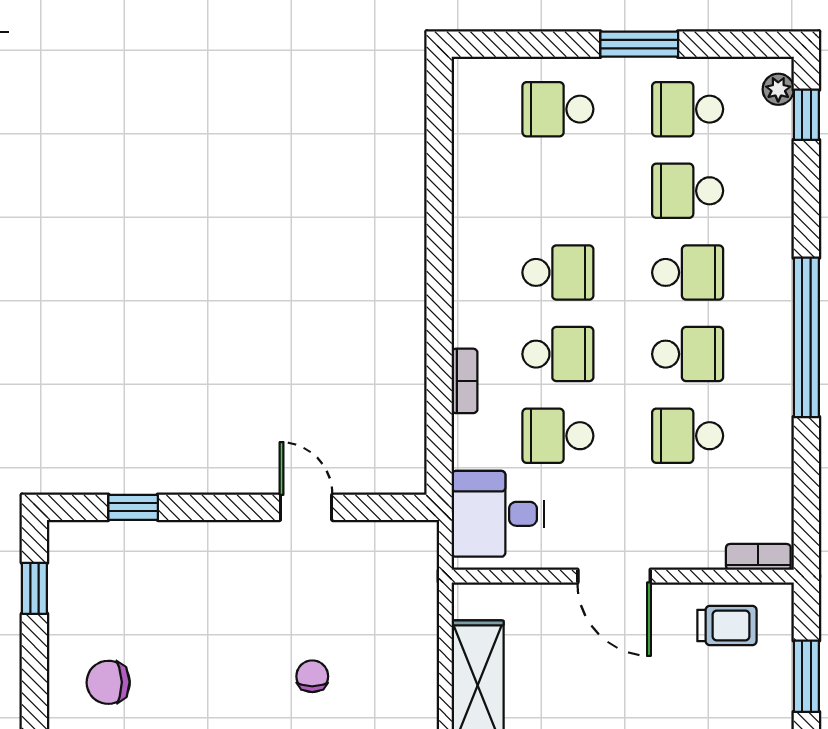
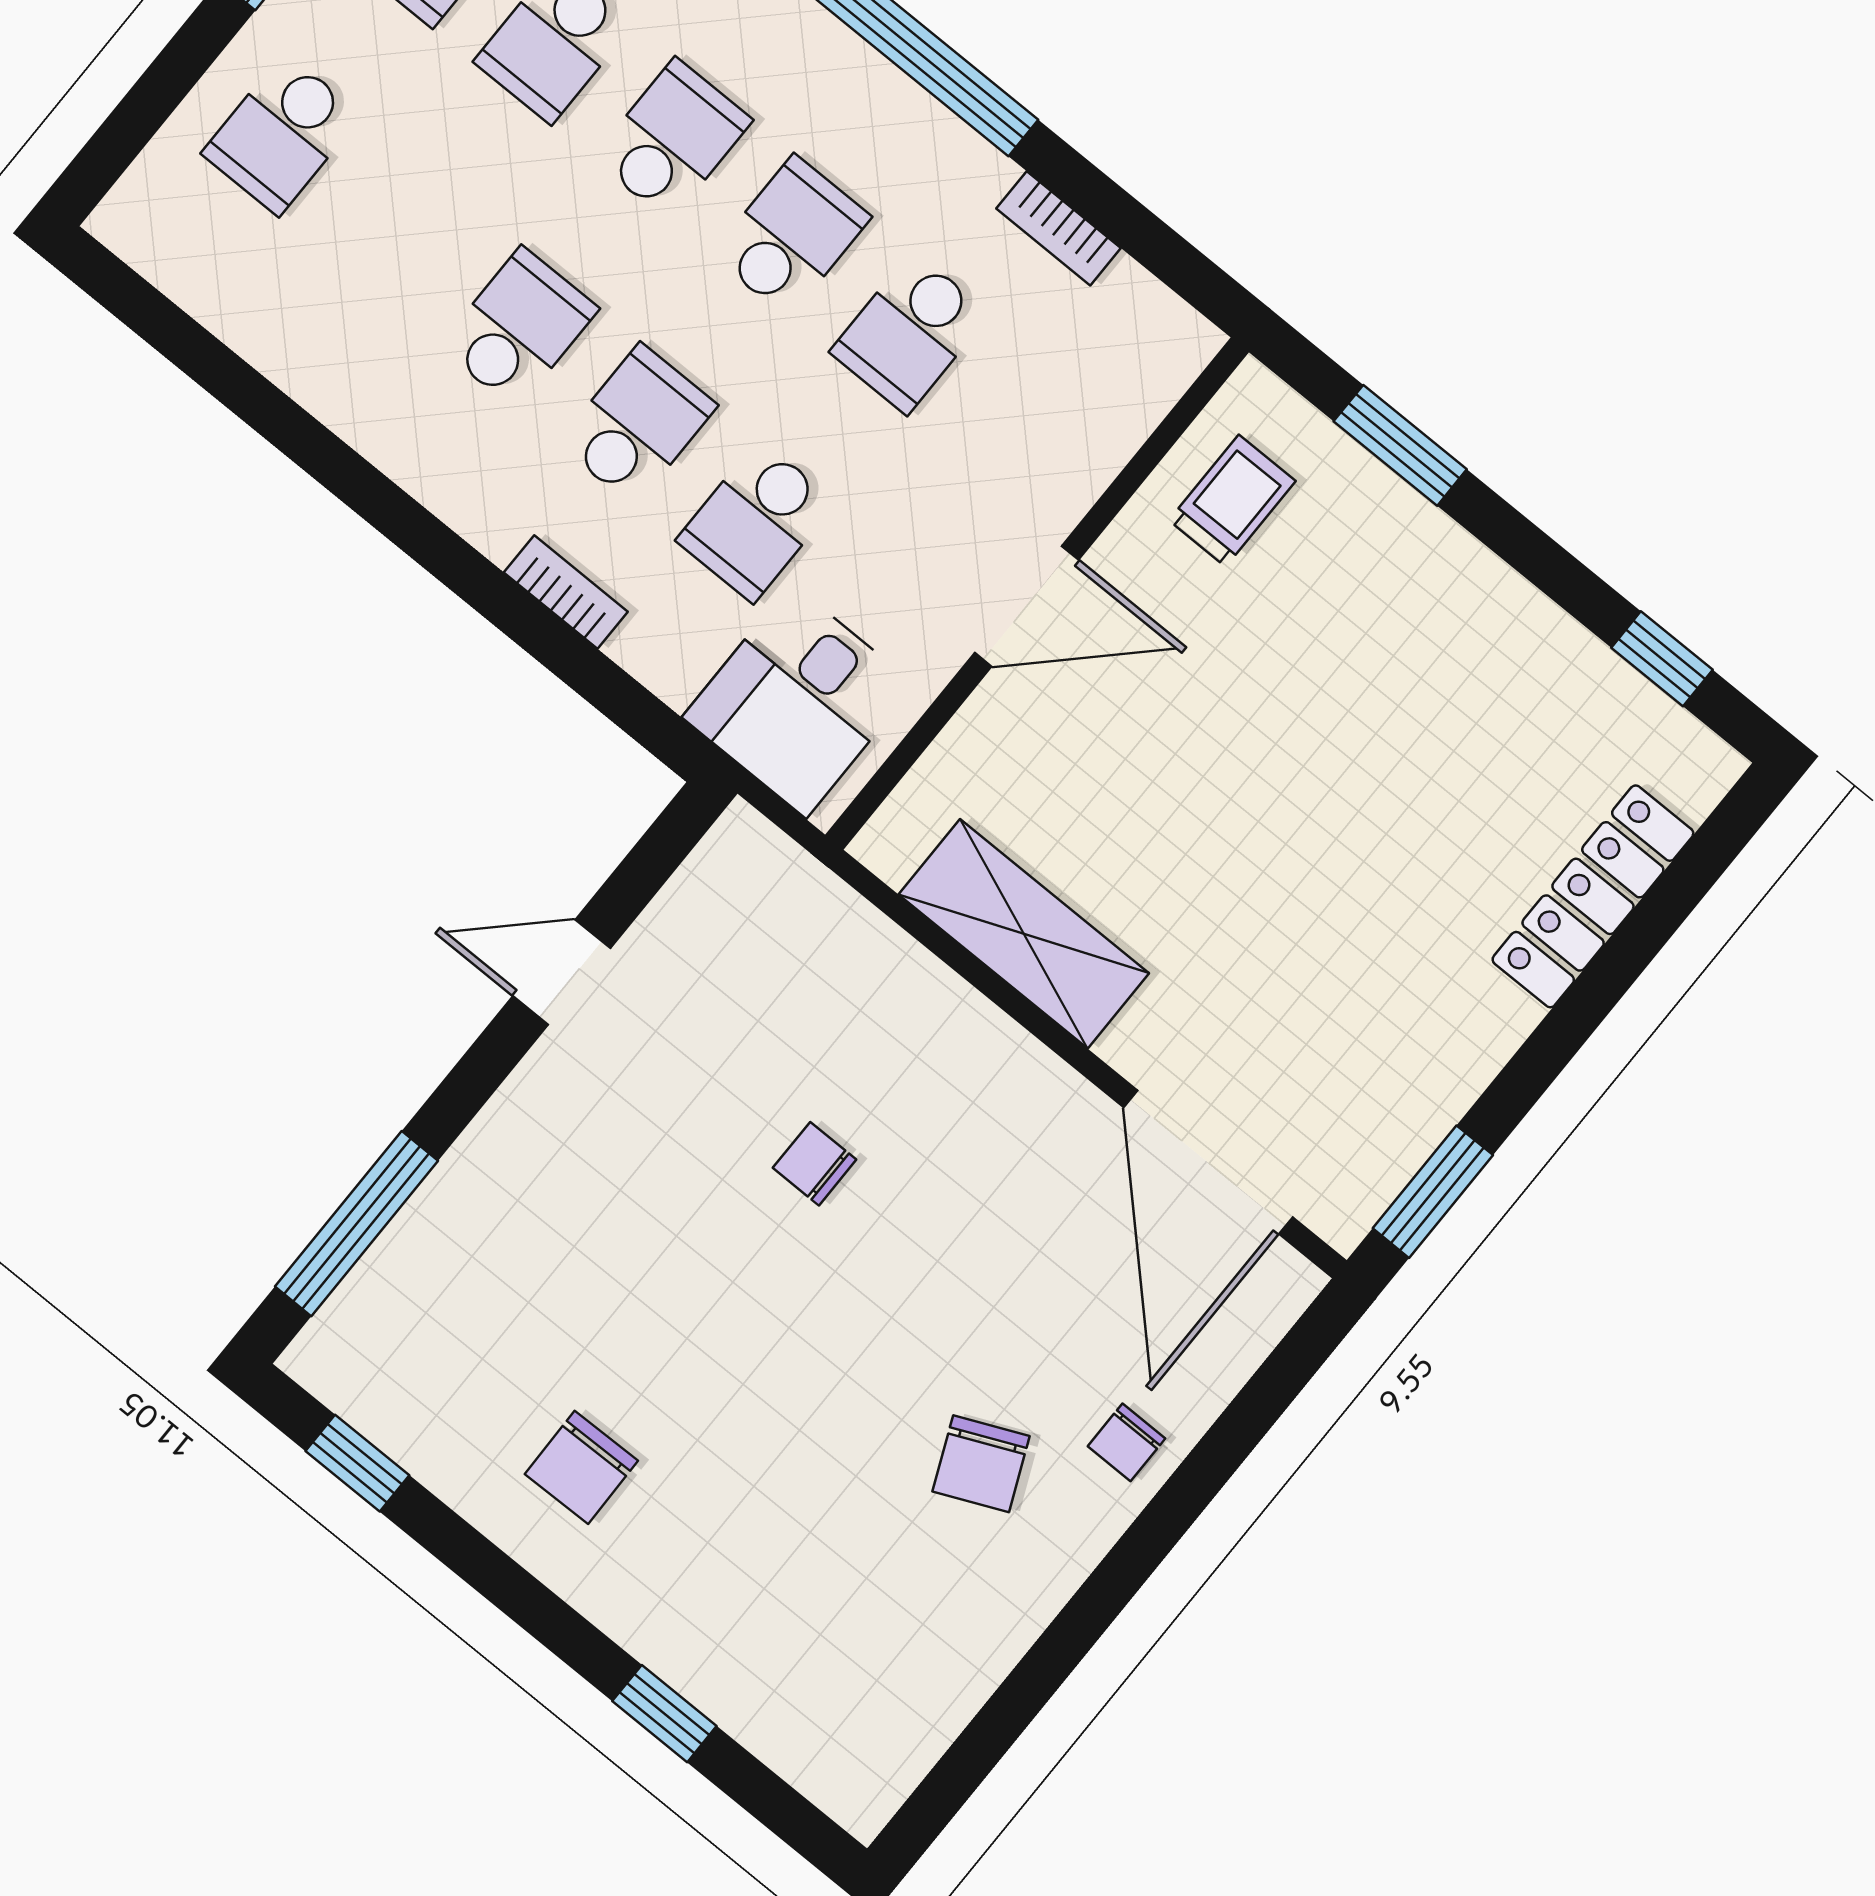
window: (133, 507) -> (356, 1224), width x2.17
bookcase: (758, 557) -> (1059, 228), moved, turned -90

